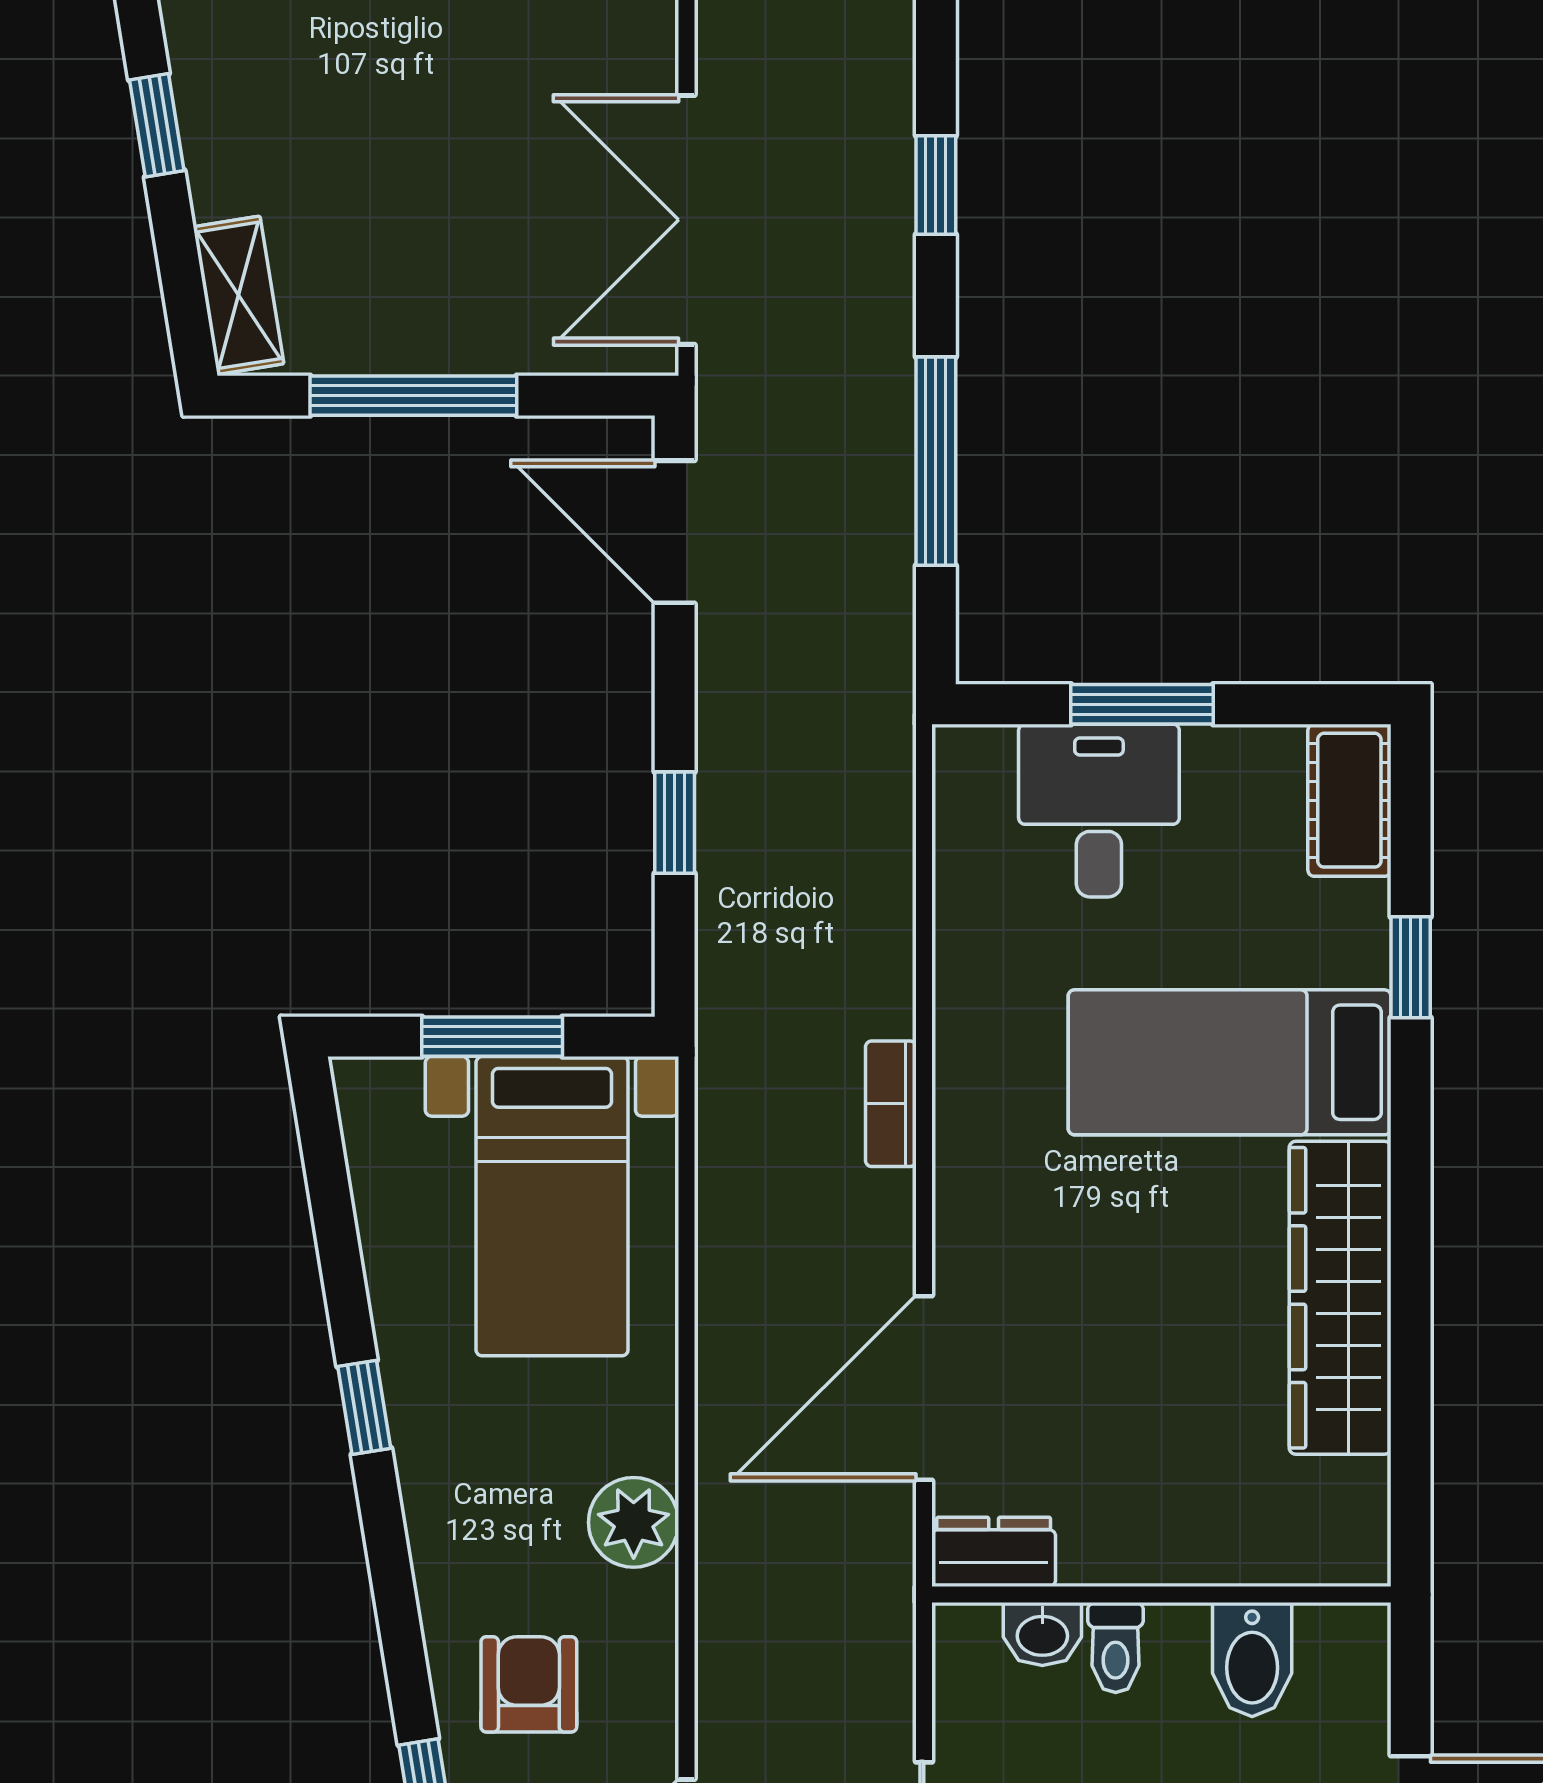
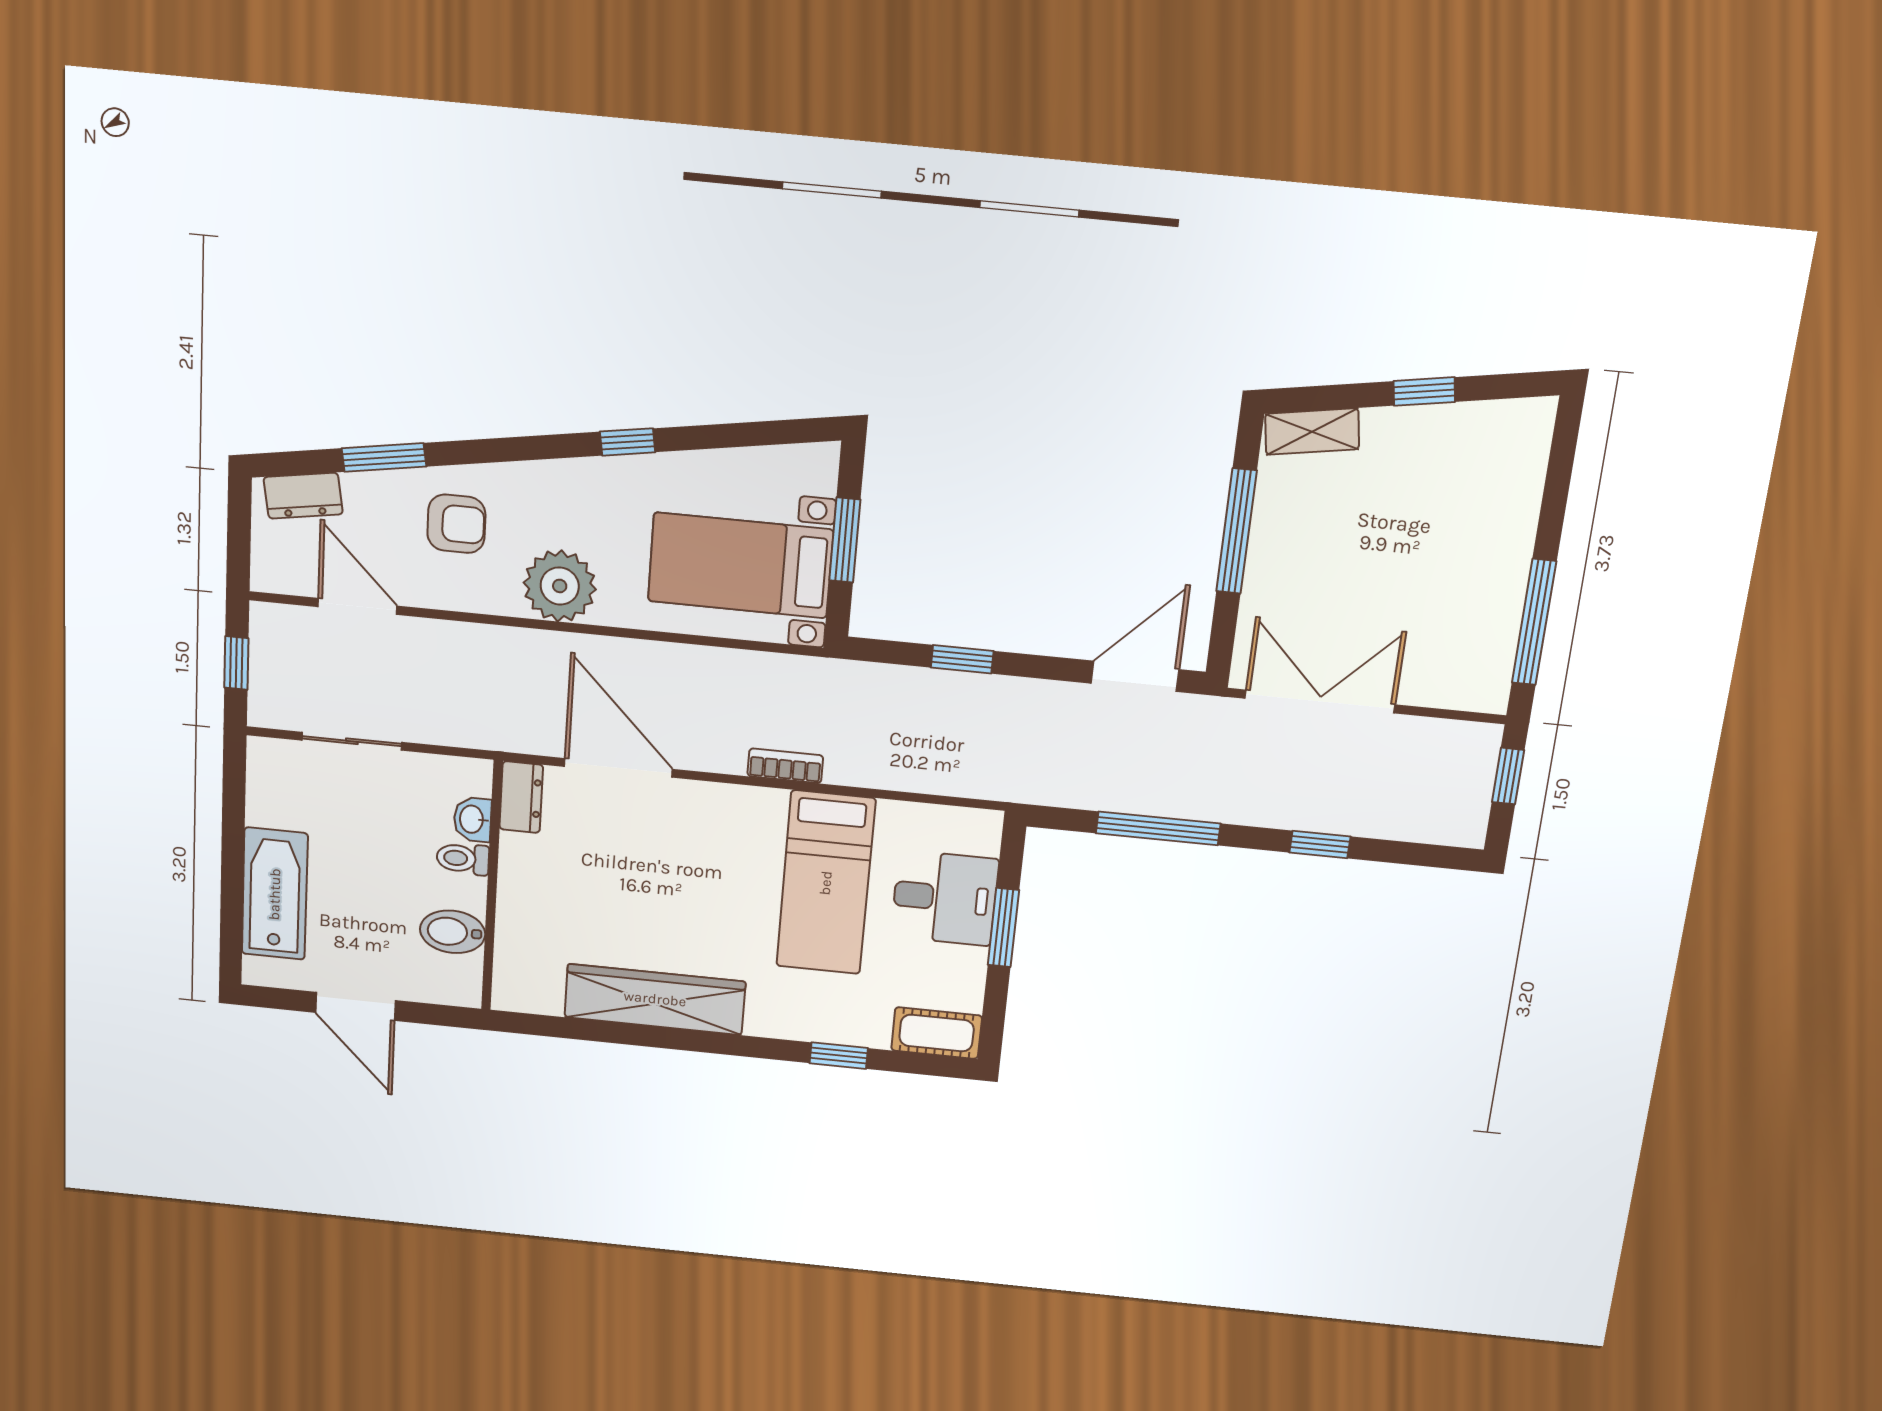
bed: (1230, 1062) -> (826, 883), moved, turned 180
plant: (634, 1522) -> (560, 586), width x1.36, depth x1.36

